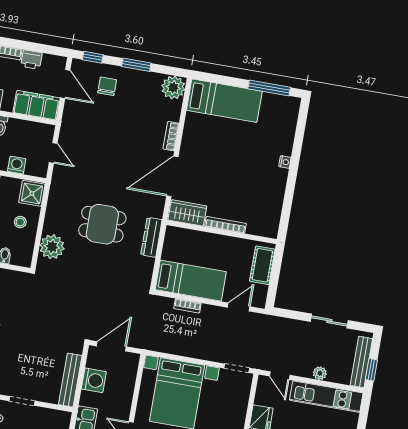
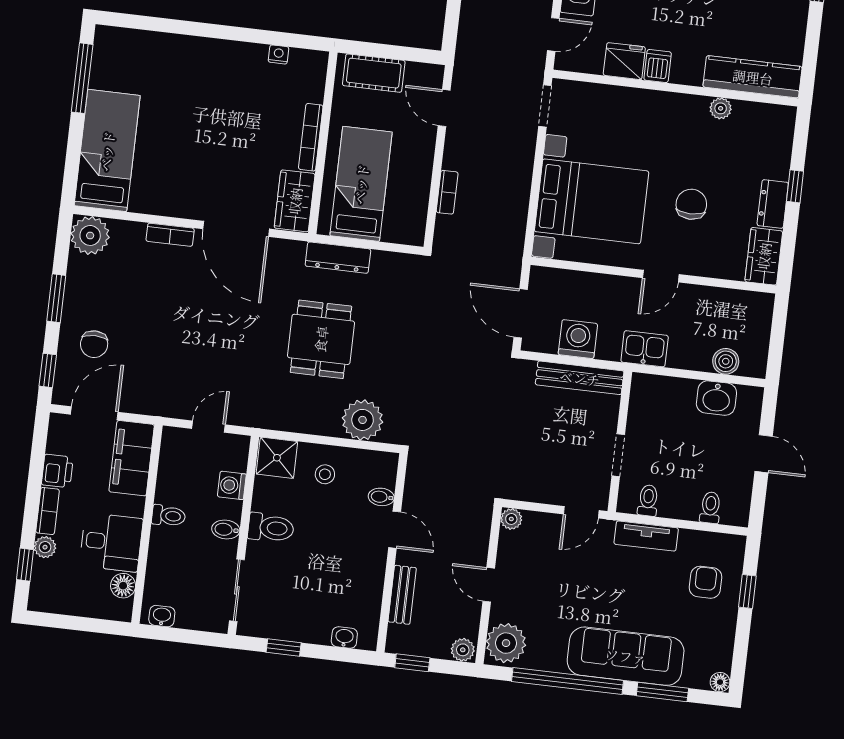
chair: (107, 86) -> (94, 344), turned -90
nightstand: (285, 162) -> (279, 54), moved
bed: (191, 281) -> (361, 184), moved

